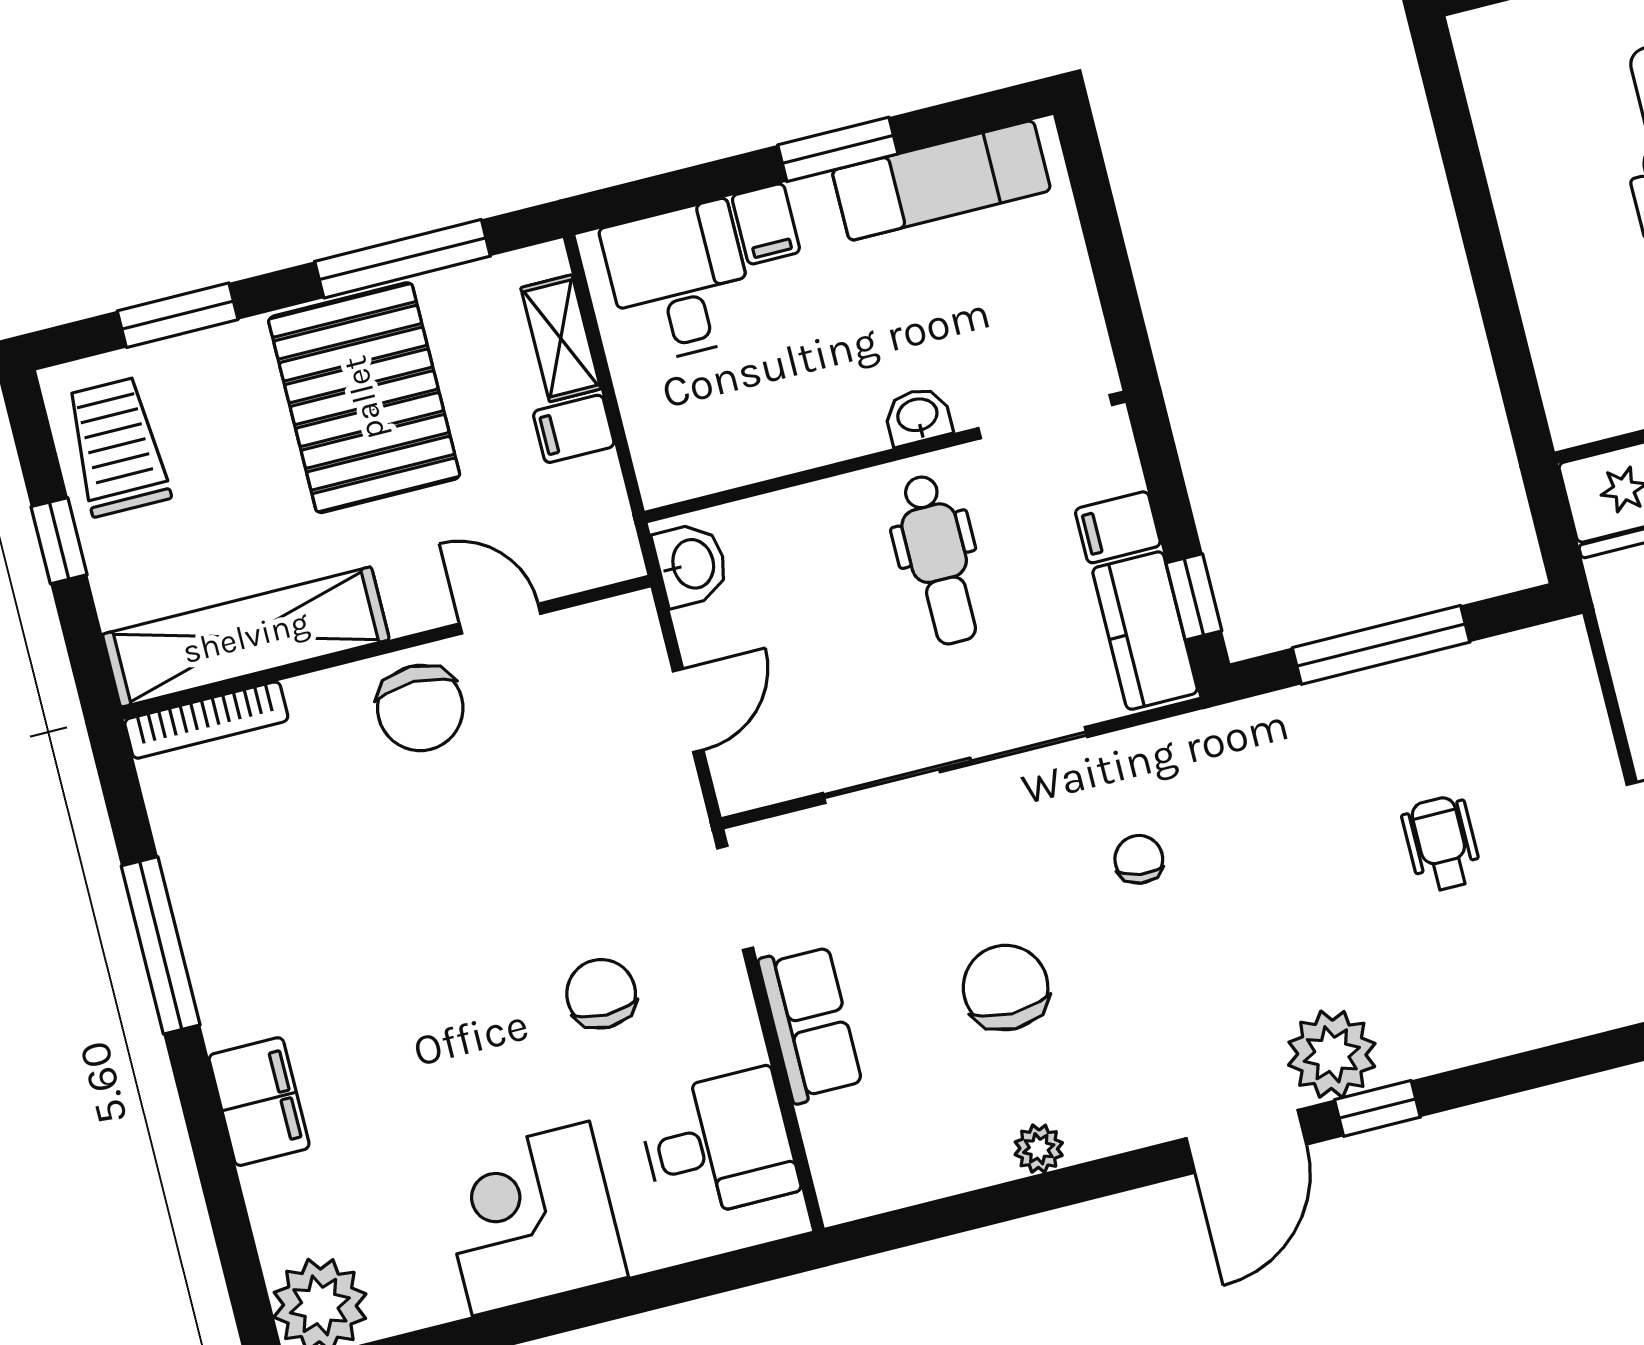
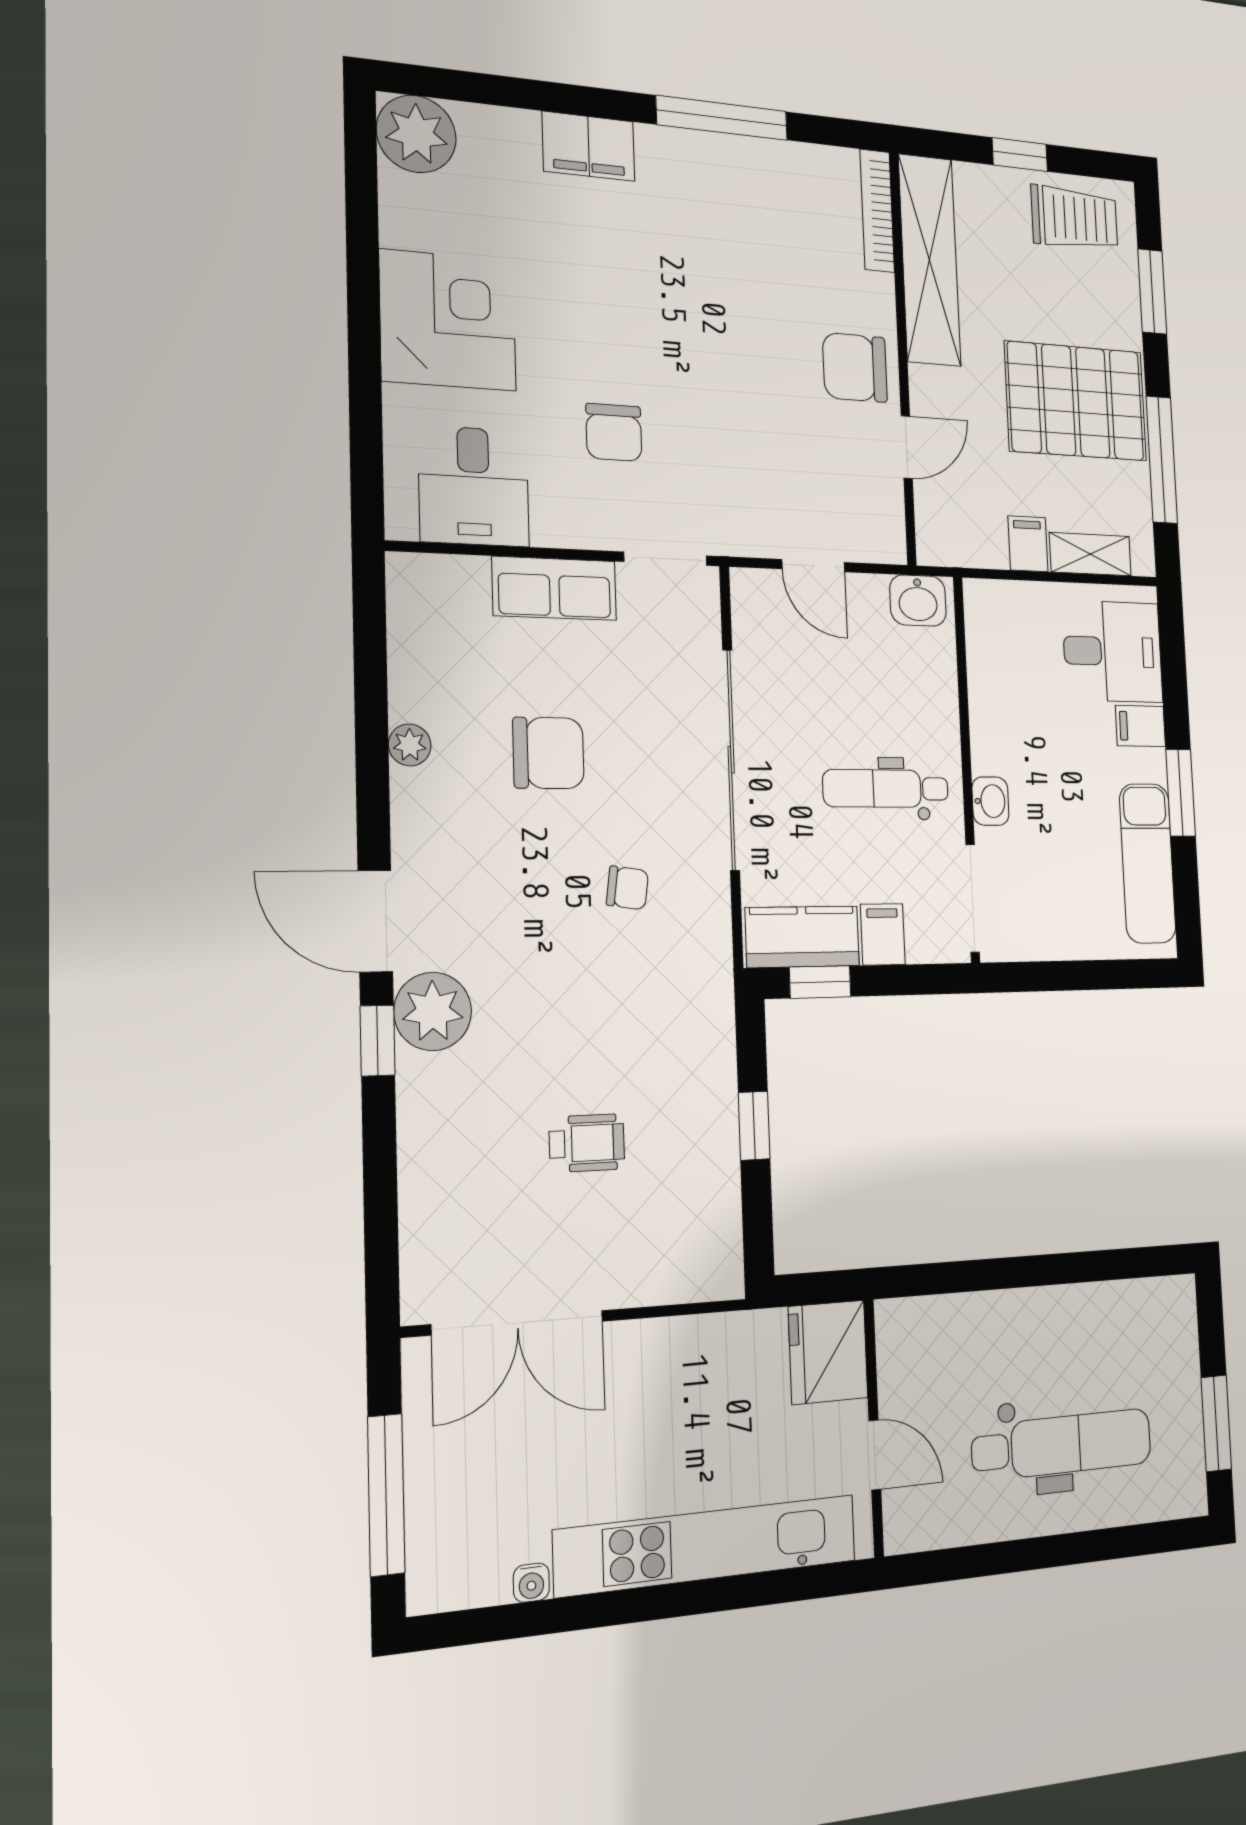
window: (1381, 645) -> (754, 1126), width x0.46
chair: (601, 994) -> (614, 432), turned 90

